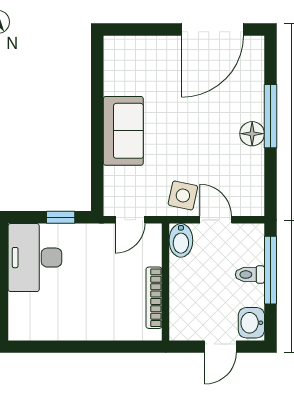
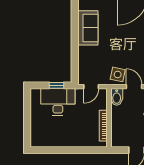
sofa: (123, 131) -> (88, 28), moved
desk: (35, 258) -> (58, 102), moved, turned 90

